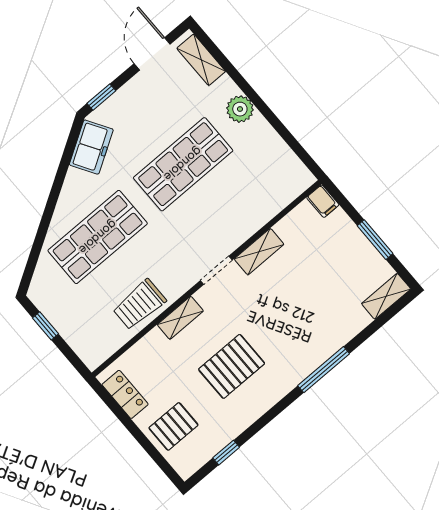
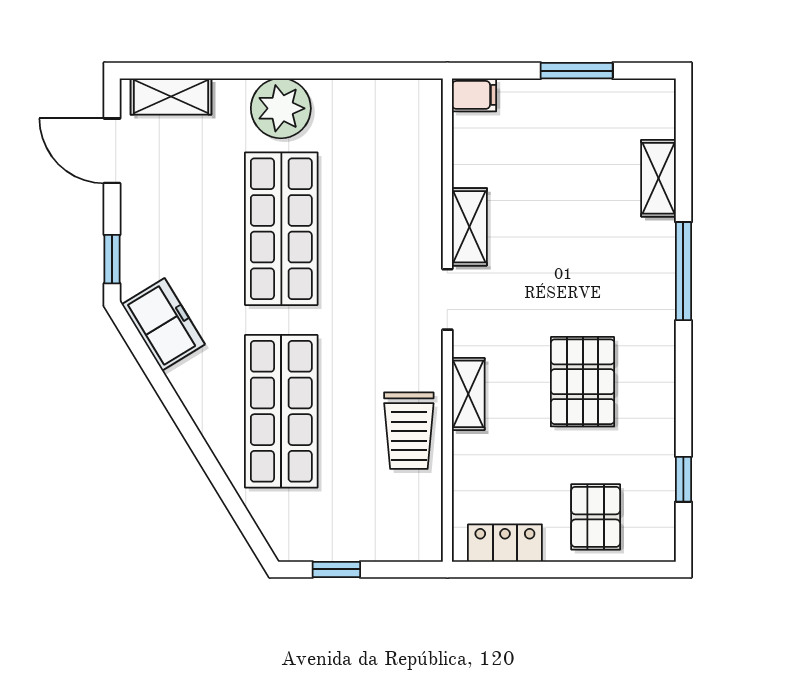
plant: (240, 109) -> (281, 108), width x1.36, depth x1.36
shelving: (386, 296) -> (659, 178), moved

